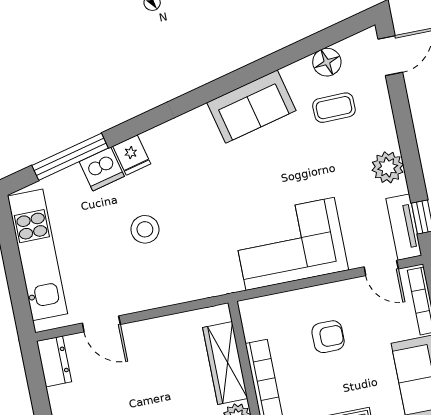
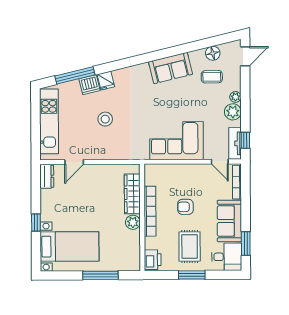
plant: (387, 138) -> (235, 97), added
door: (101, 324) -> (74, 162), hinge flipped
armchair: (328, 337) -> (185, 207), moved, turned 180

